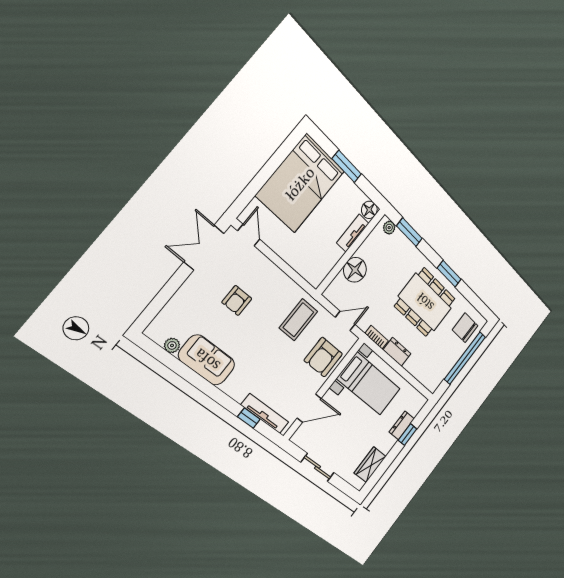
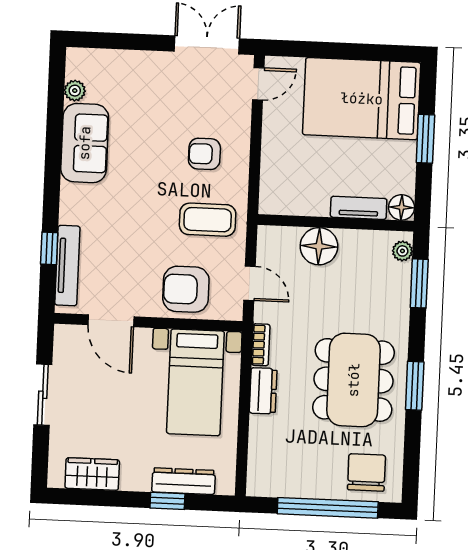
armchair: (237, 300) -> (204, 154), moved
dresser: (402, 425) -> (184, 481), width x1.44

